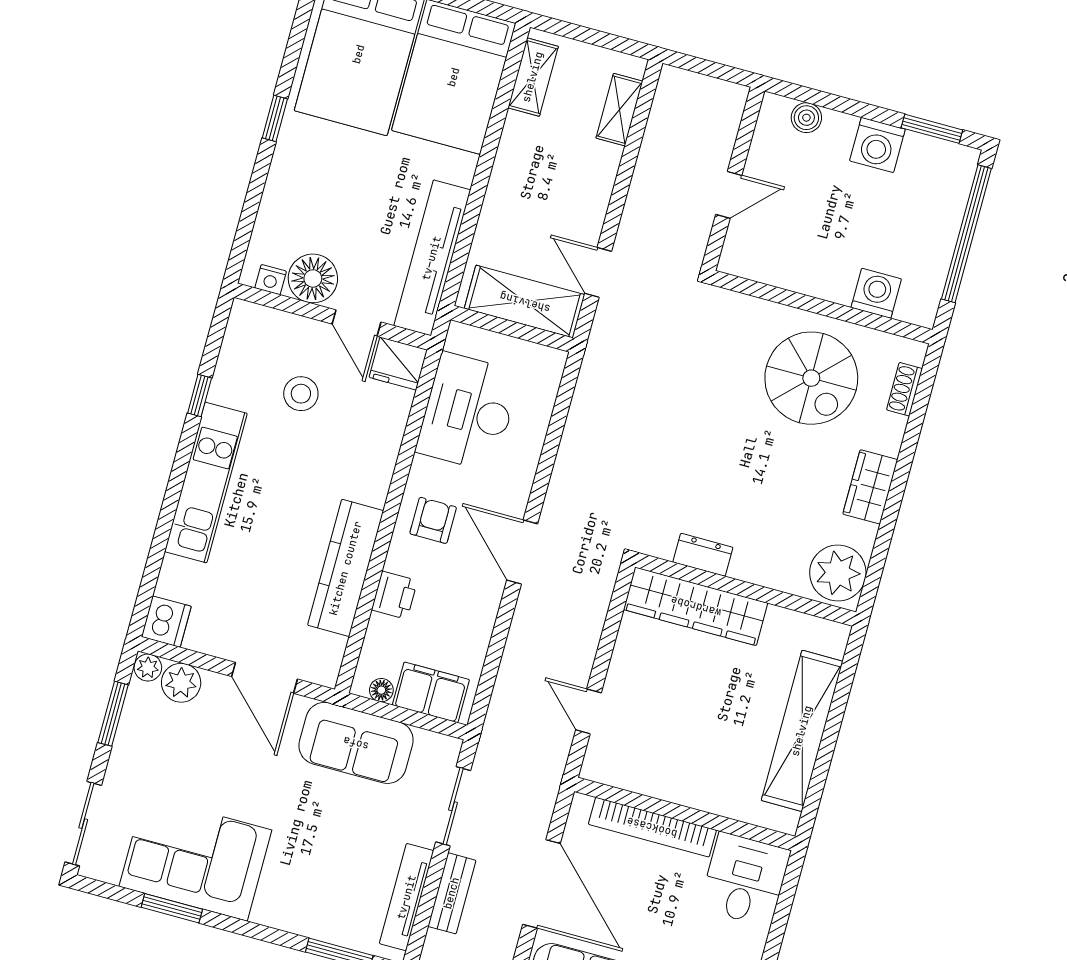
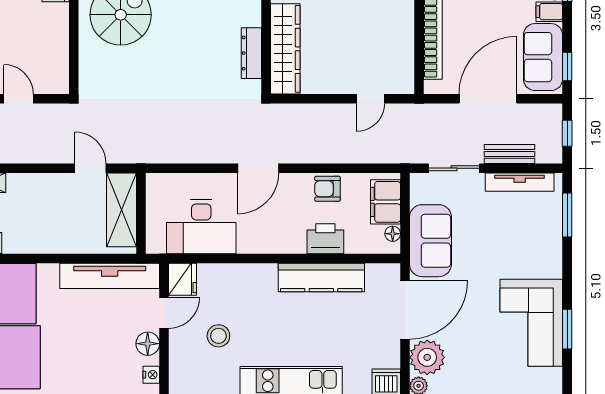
door: (598, 272) -> (90, 168), swing flipped
floor lamp: (313, 278) -> (148, 344), width x0.73, depth x0.73
armchair: (433, 520) -> (328, 189), moved
door: (522, 552) -> (258, 168), moved
dresser: (703, 555) -> (251, 53), width x1.44
printer: (395, 595) -> (325, 239), width x1.36, depth x1.24
door: (264, 678) -> (405, 310), width x1.36
plant: (181, 683) -> (427, 357), width x1.36, depth x1.36

